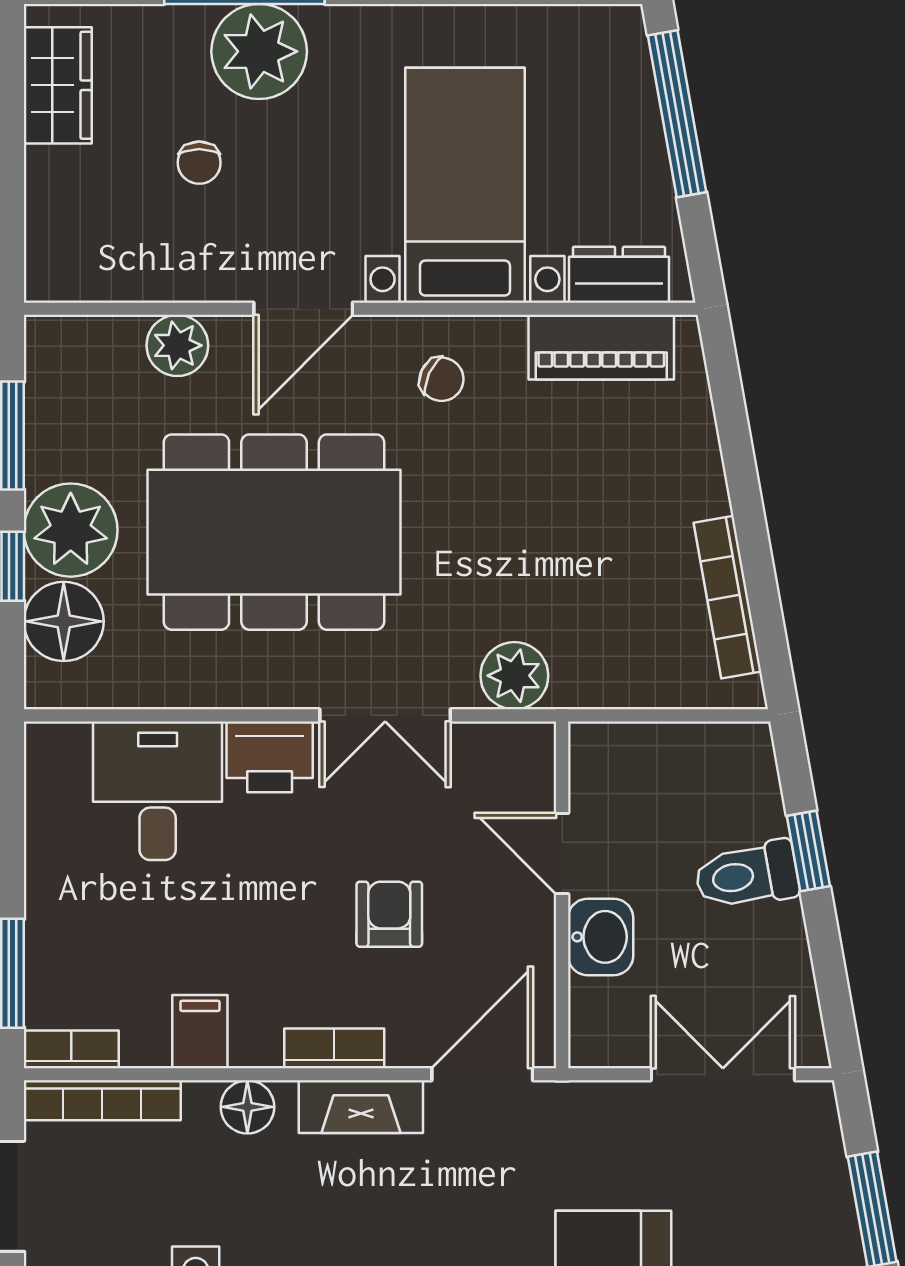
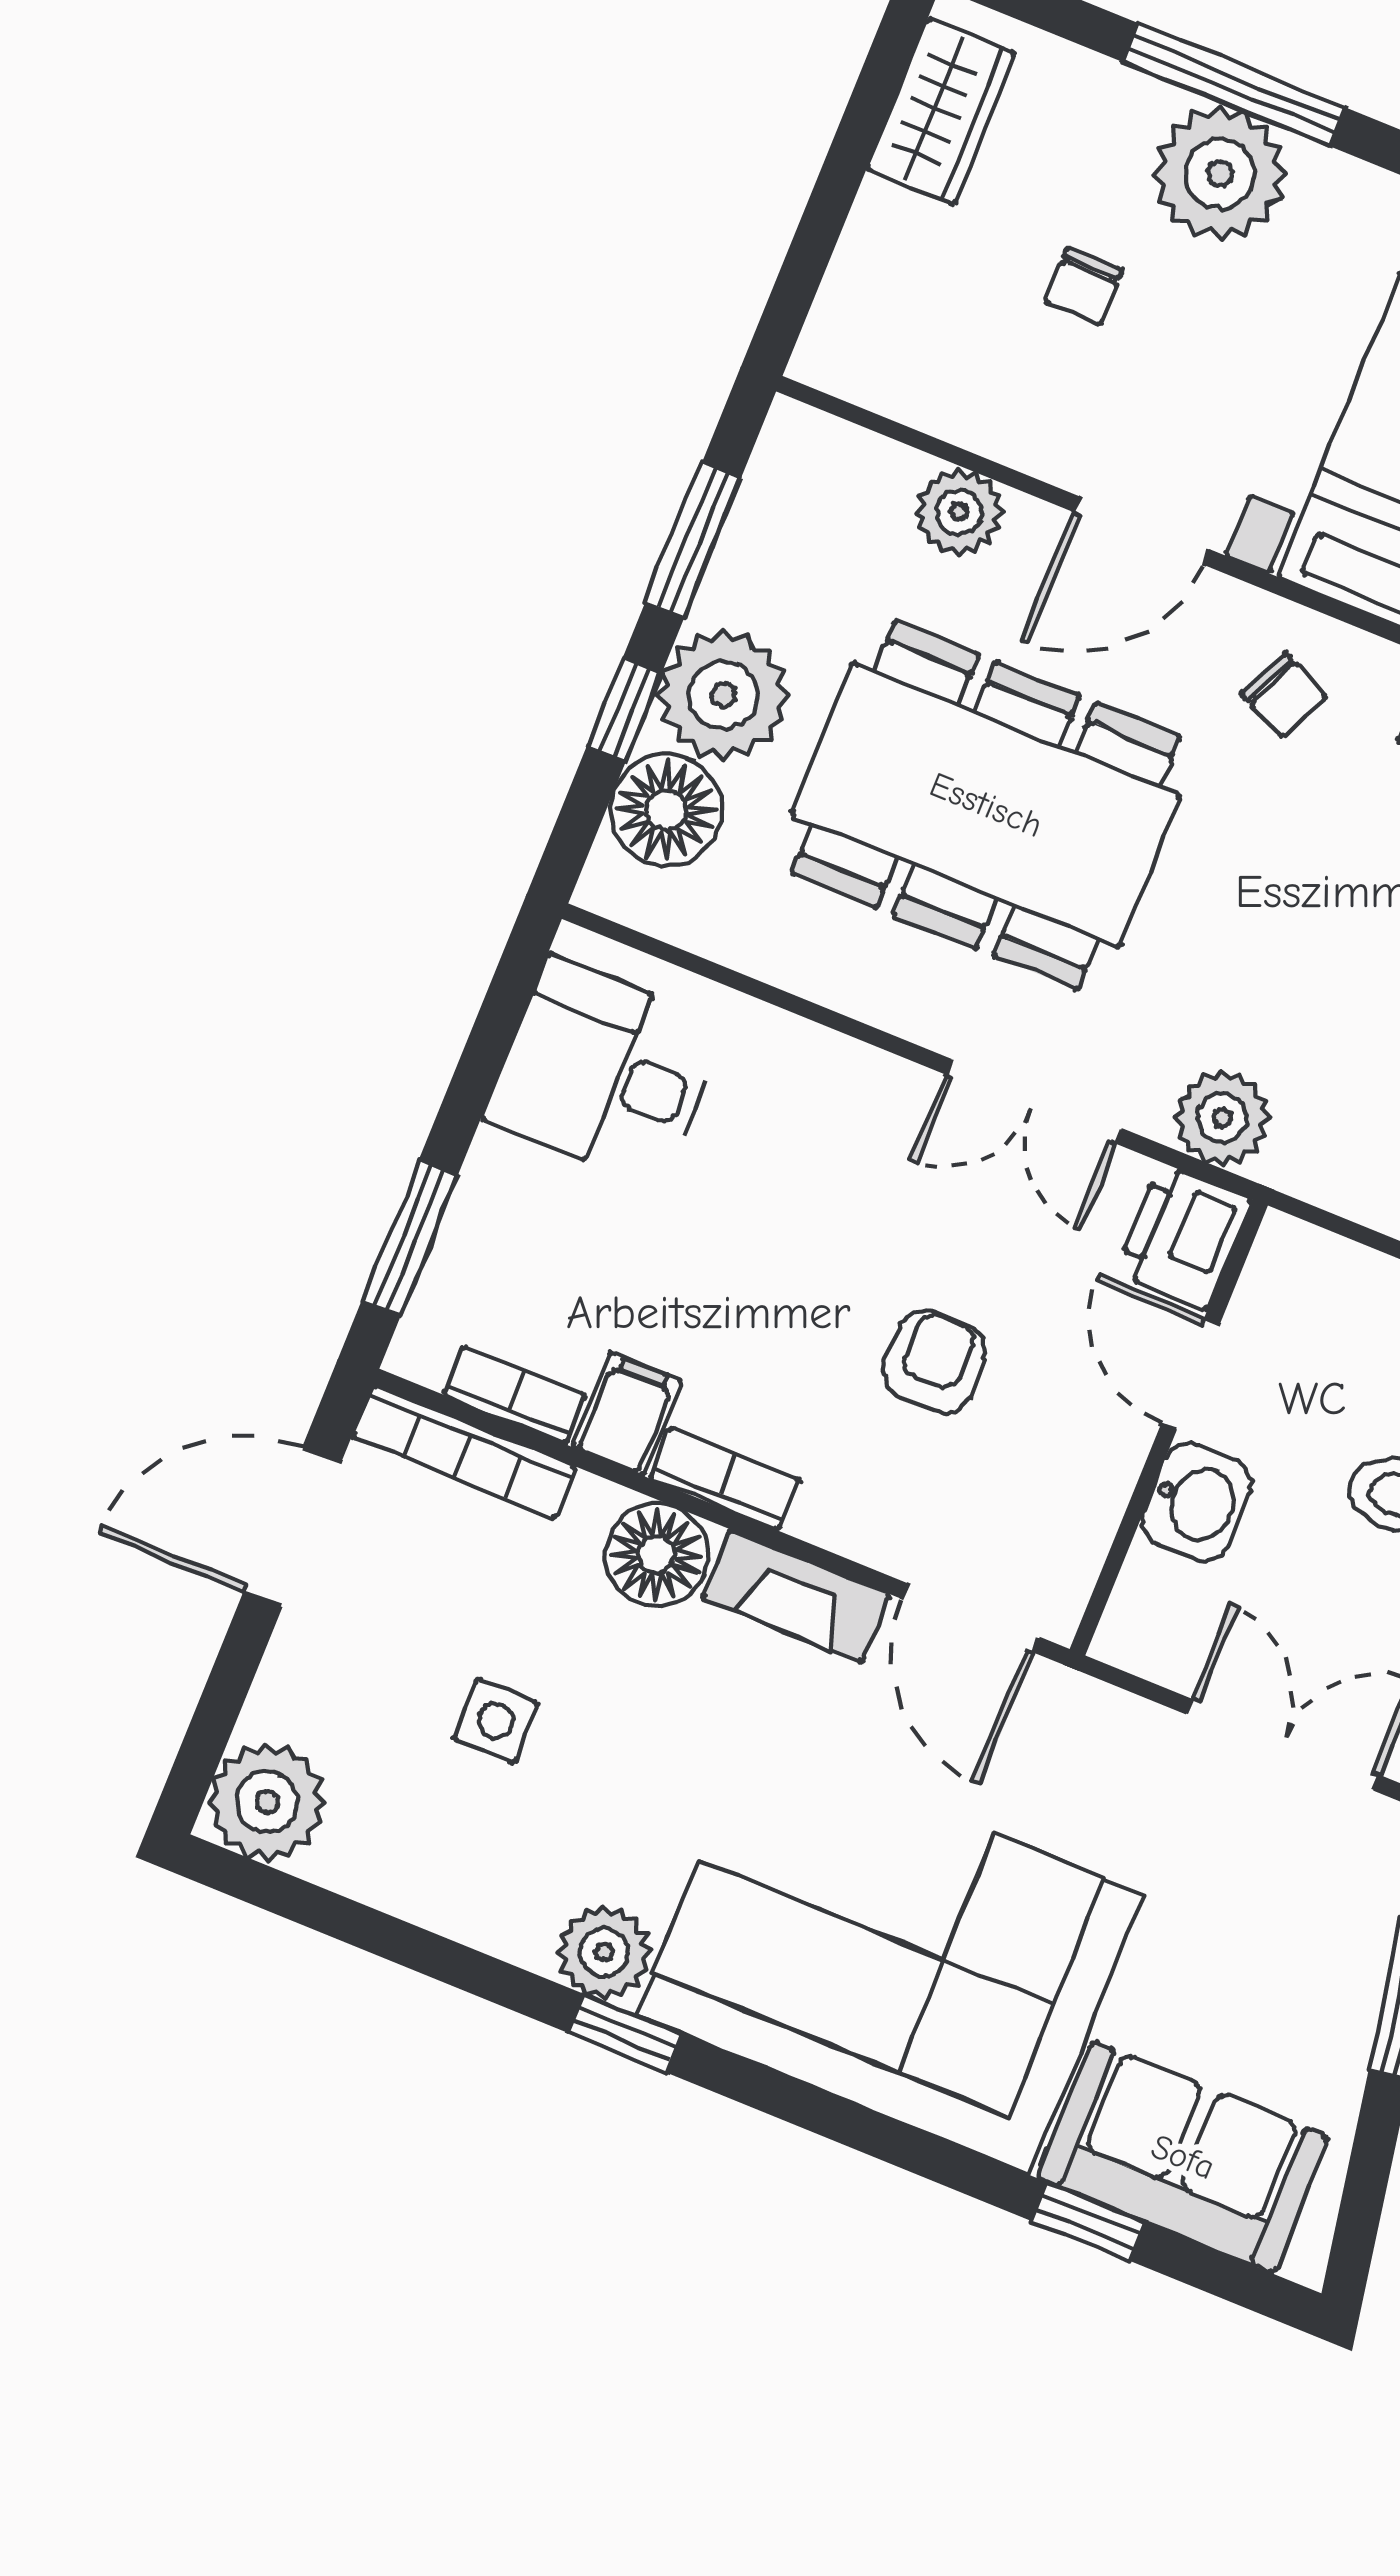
printer: (270, 757) -> (1184, 1236), moved, turned 90
desk: (158, 791) -> (605, 1072), moved, turned -90
bookcase: (334, 1048) -> (725, 1479), moved
bookcase: (71, 1049) -> (514, 1395), moved
door: (482, 1074) -> (971, 1618), swing flipped
floor lamp: (247, 1107) -> (657, 1555), width x1.38, depth x1.38

